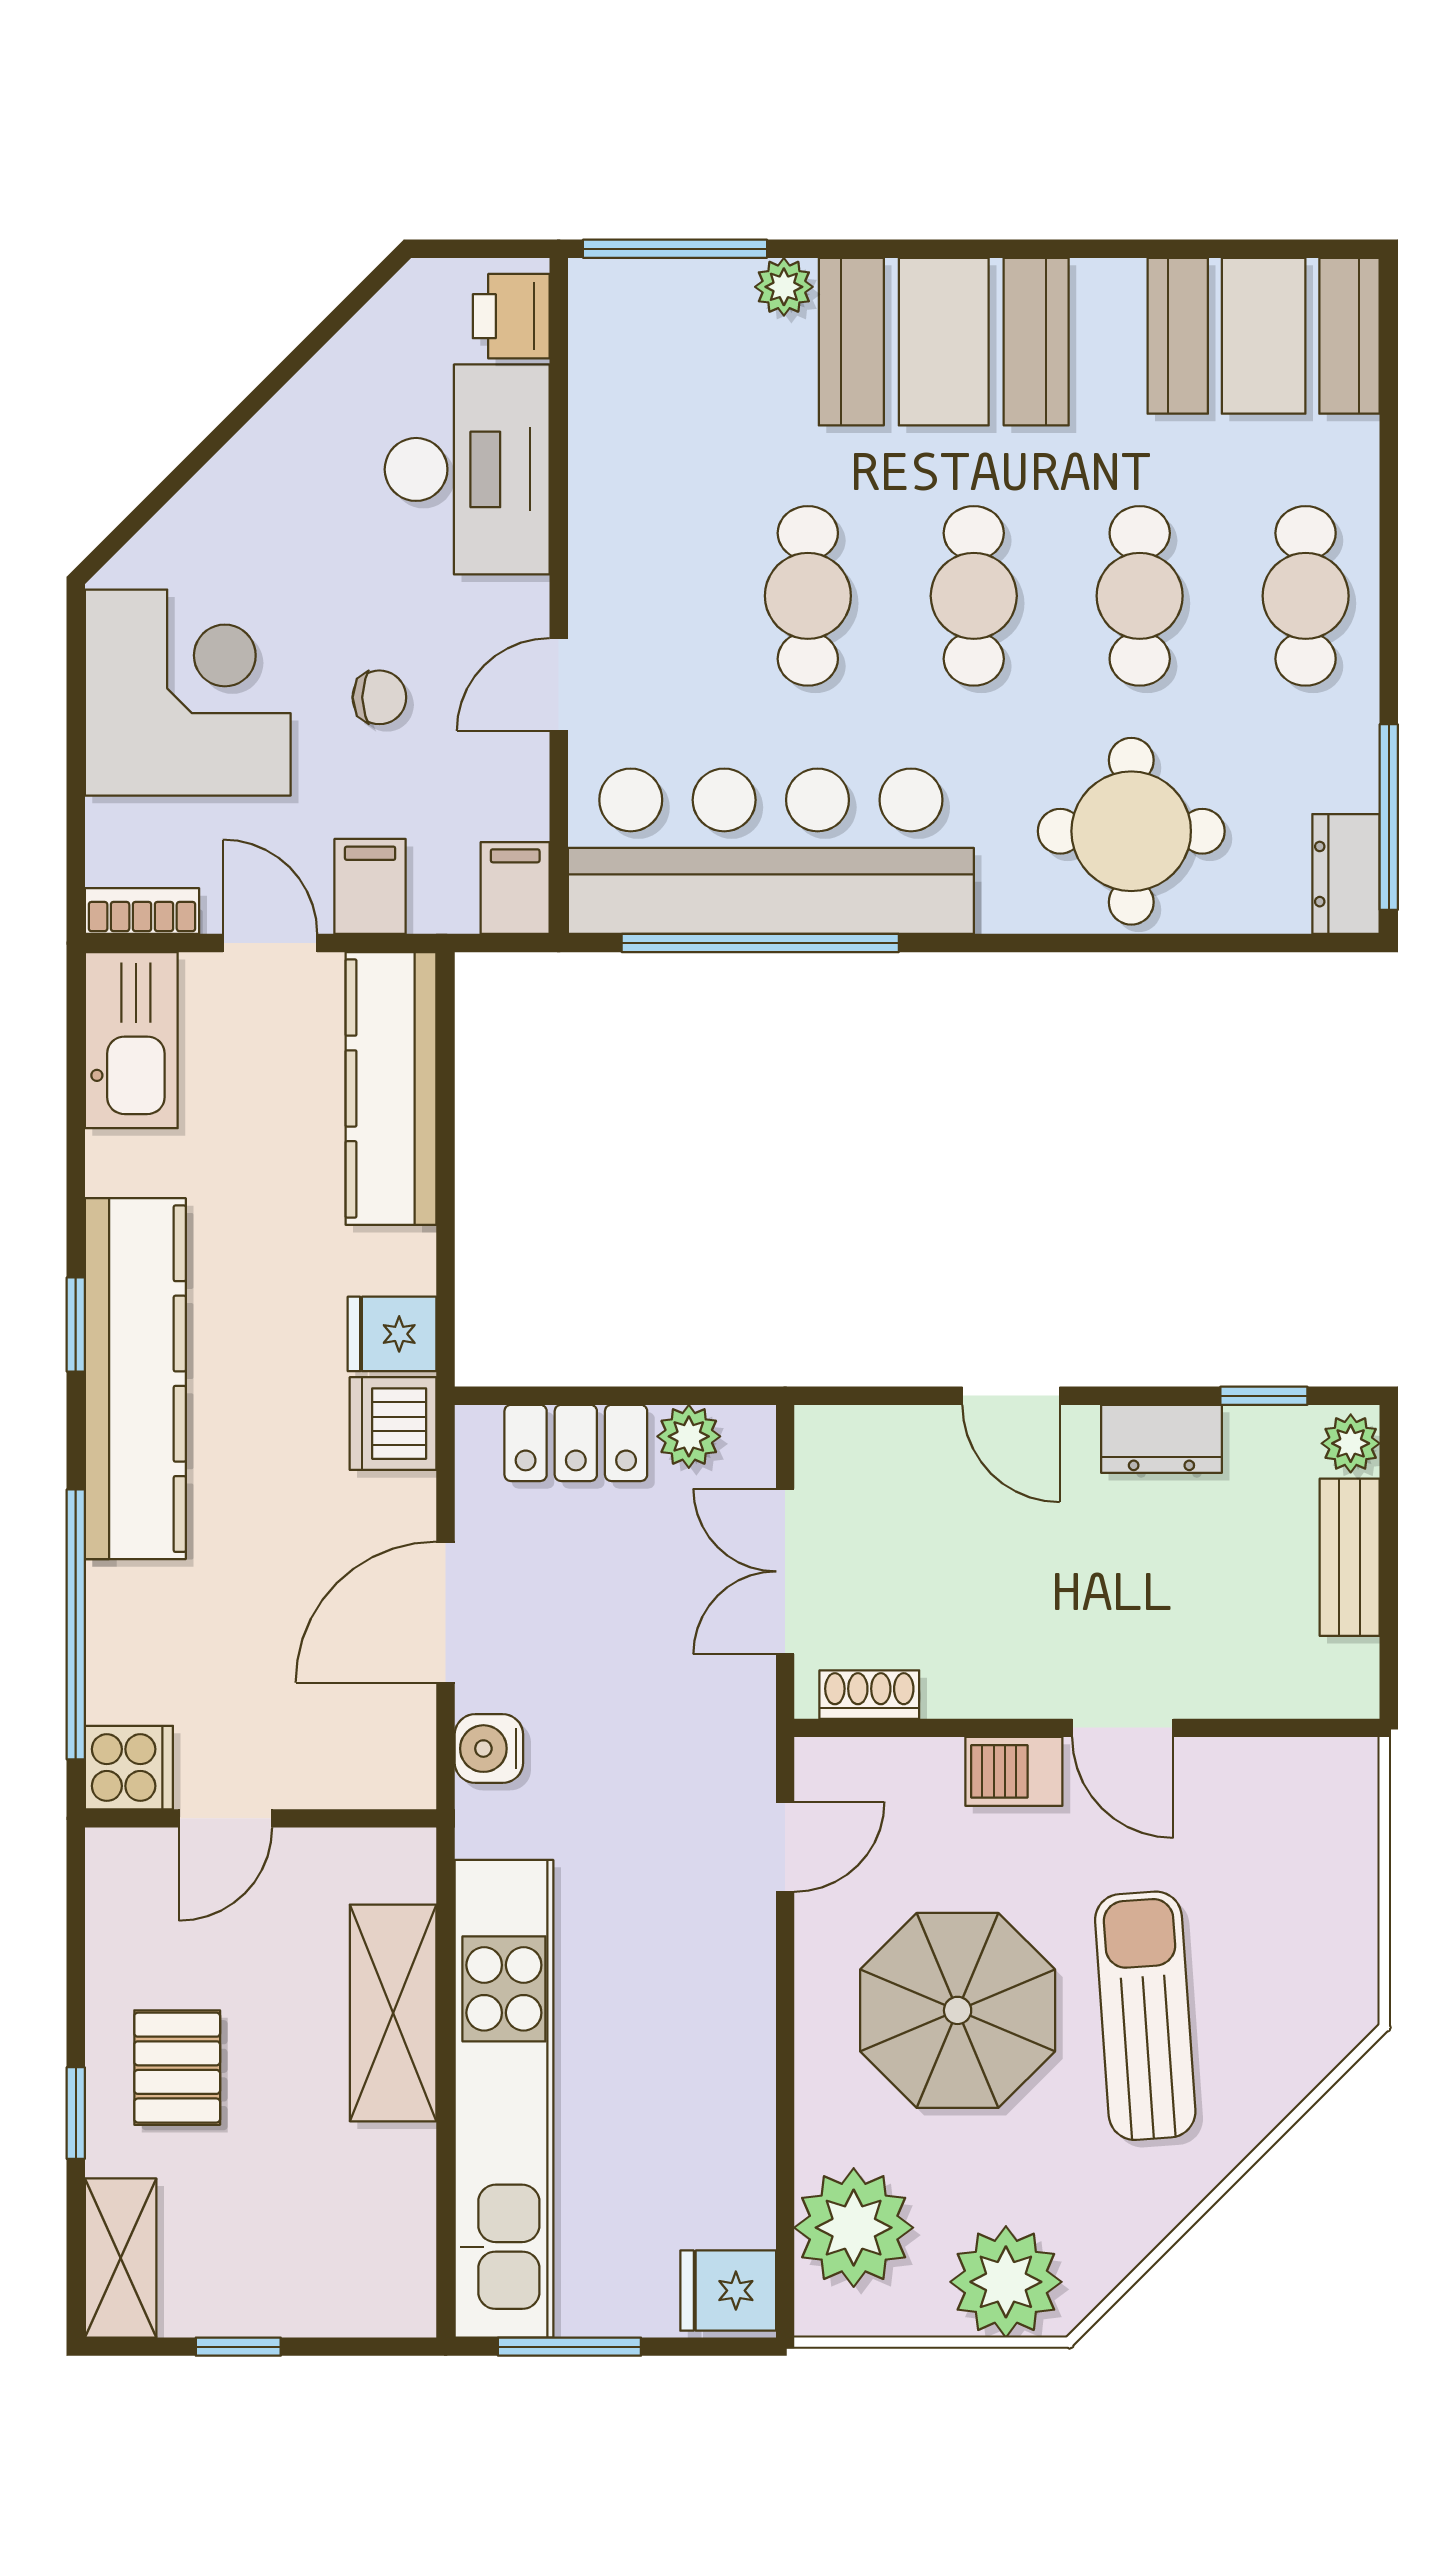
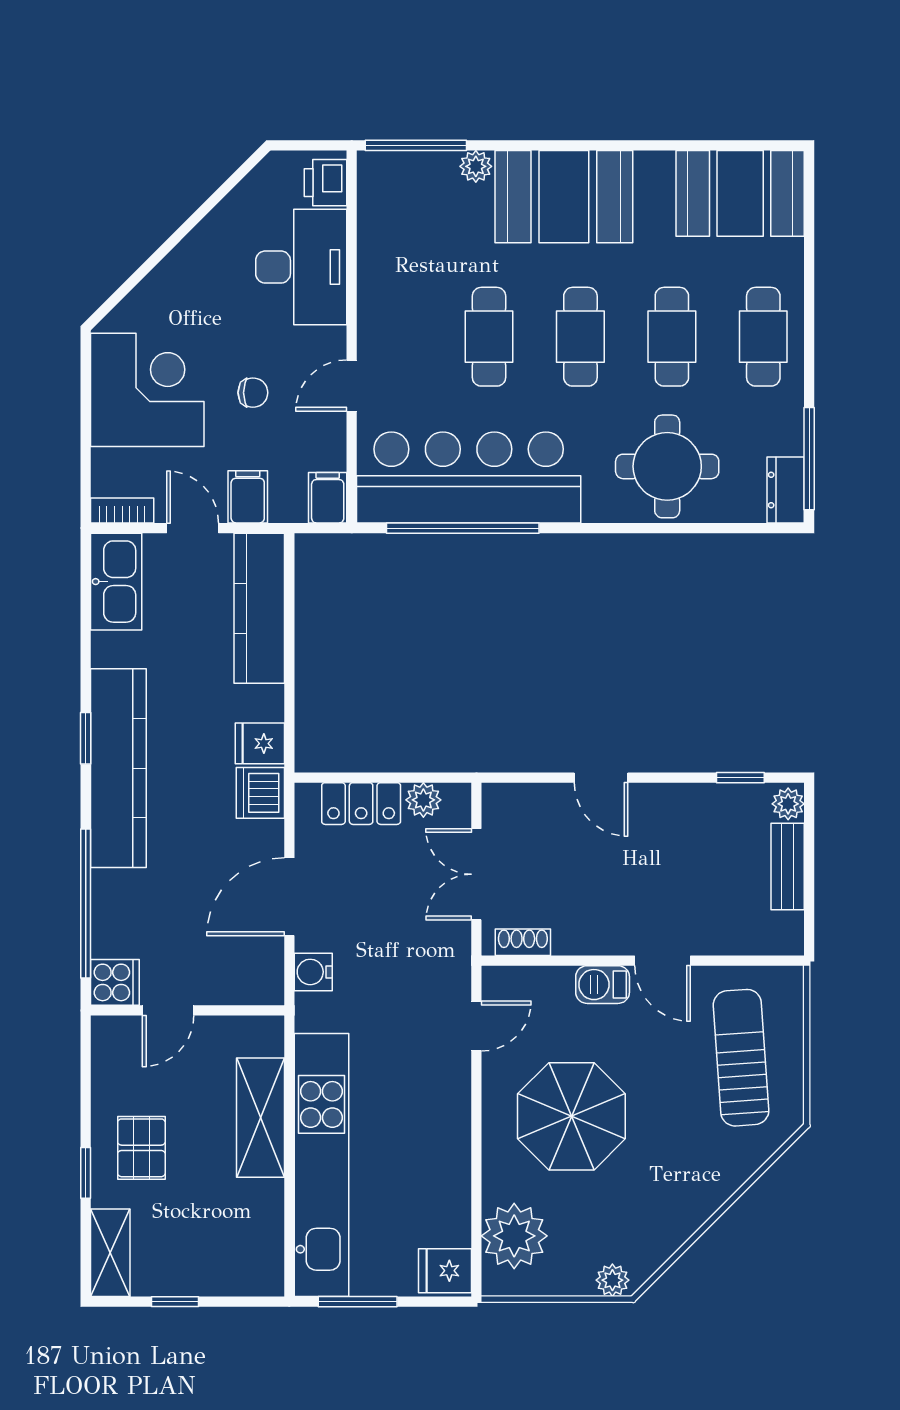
dresser: (1161, 1439) -> (684, 801), removed
sun lounger: (1145, 2016) -> (741, 1058), moved
plant: (1006, 2282) -> (612, 1280), width x0.53, depth x0.53

